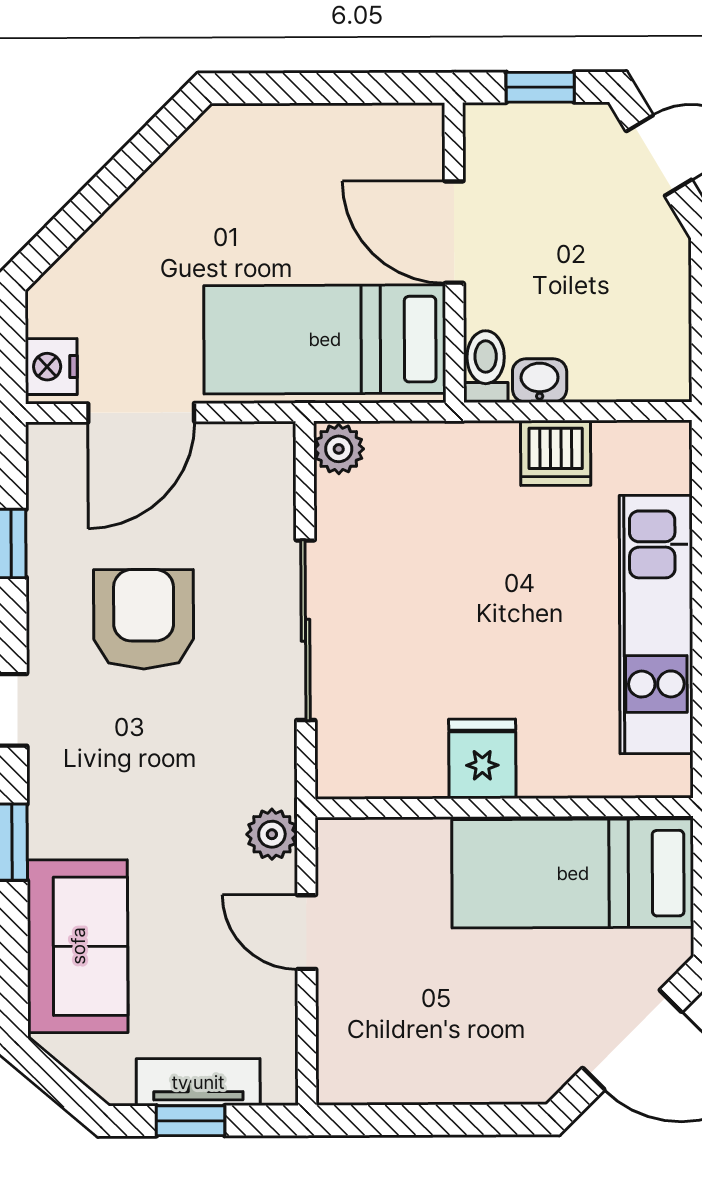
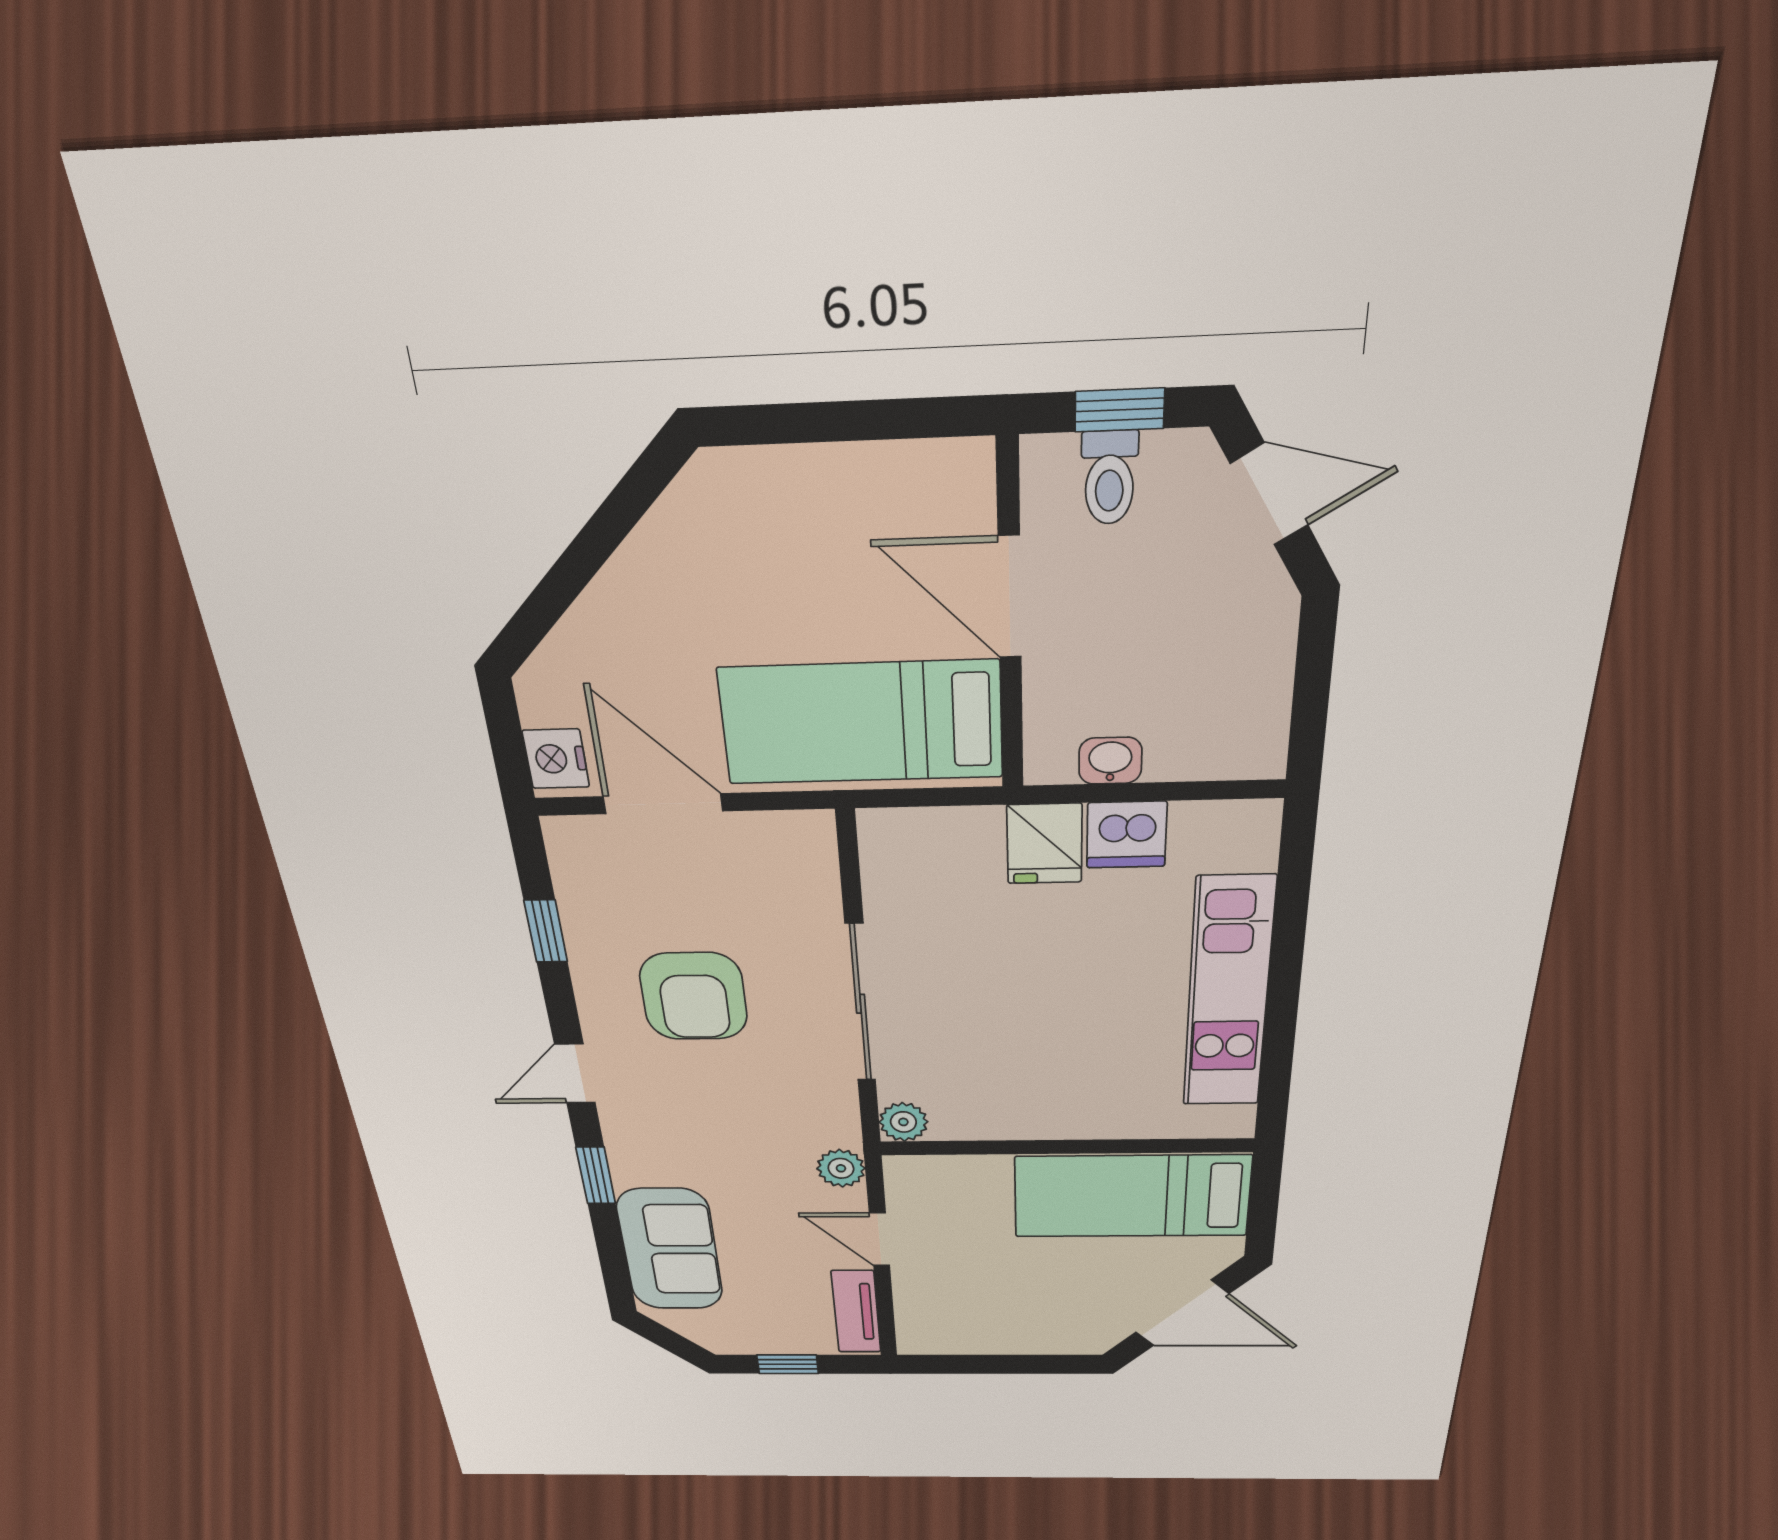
toilet: (486, 367) -> (1109, 478), moved, turned 180
door: (141, 413) -> (663, 804), swing flipped
plant: (339, 449) -> (903, 1122), moved
armchair: (144, 619) -> (694, 996), turned 180
fridge: (482, 759) -> (1045, 844), moved, turned 180
tv unit: (198, 1082) -> (856, 1312), moved, turned -90

